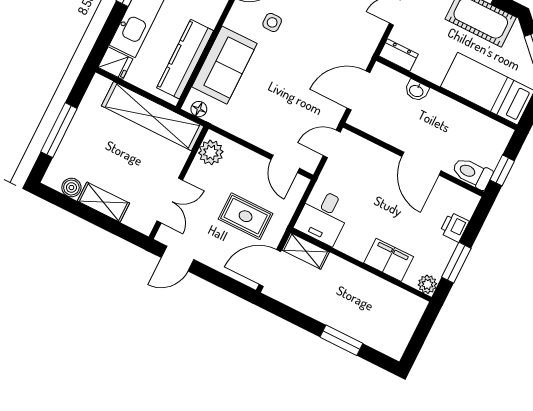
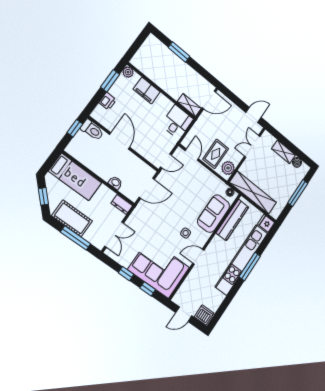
rug: (246, 216) -> (216, 154), moved, turned 90

